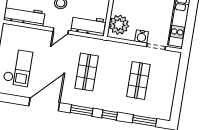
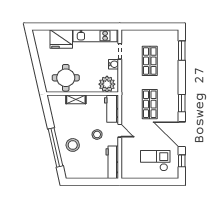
shop shelf: (87, 72) -> (150, 104), turned 90
shop shelf: (138, 81) -> (150, 61), turned 90
window: (110, 115) -> (182, 161), moved

